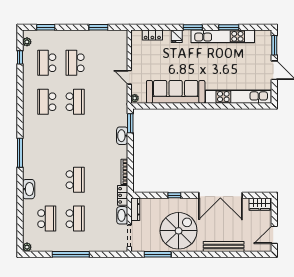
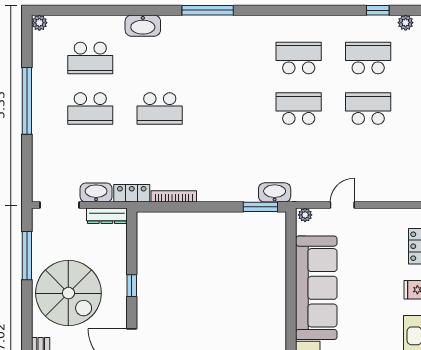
school desk: (75, 102) -> (299, 109), turned 180
washbasin: (122, 136) -> (275, 192), moved

